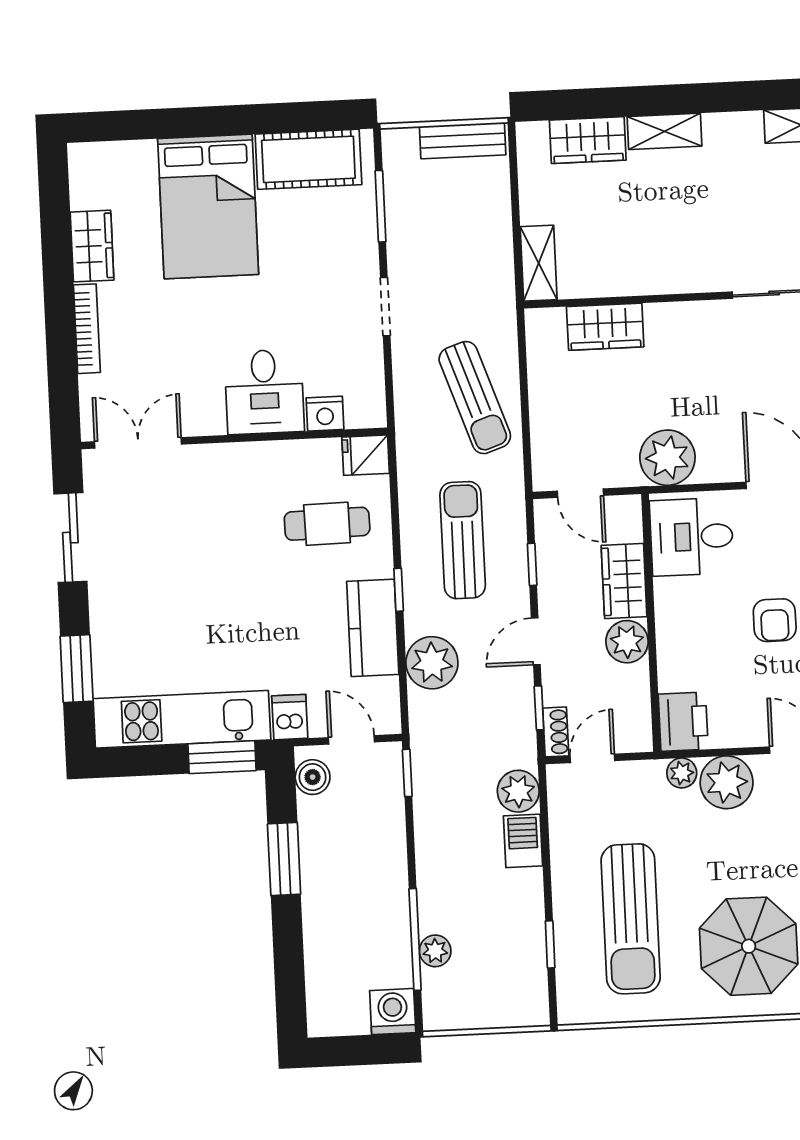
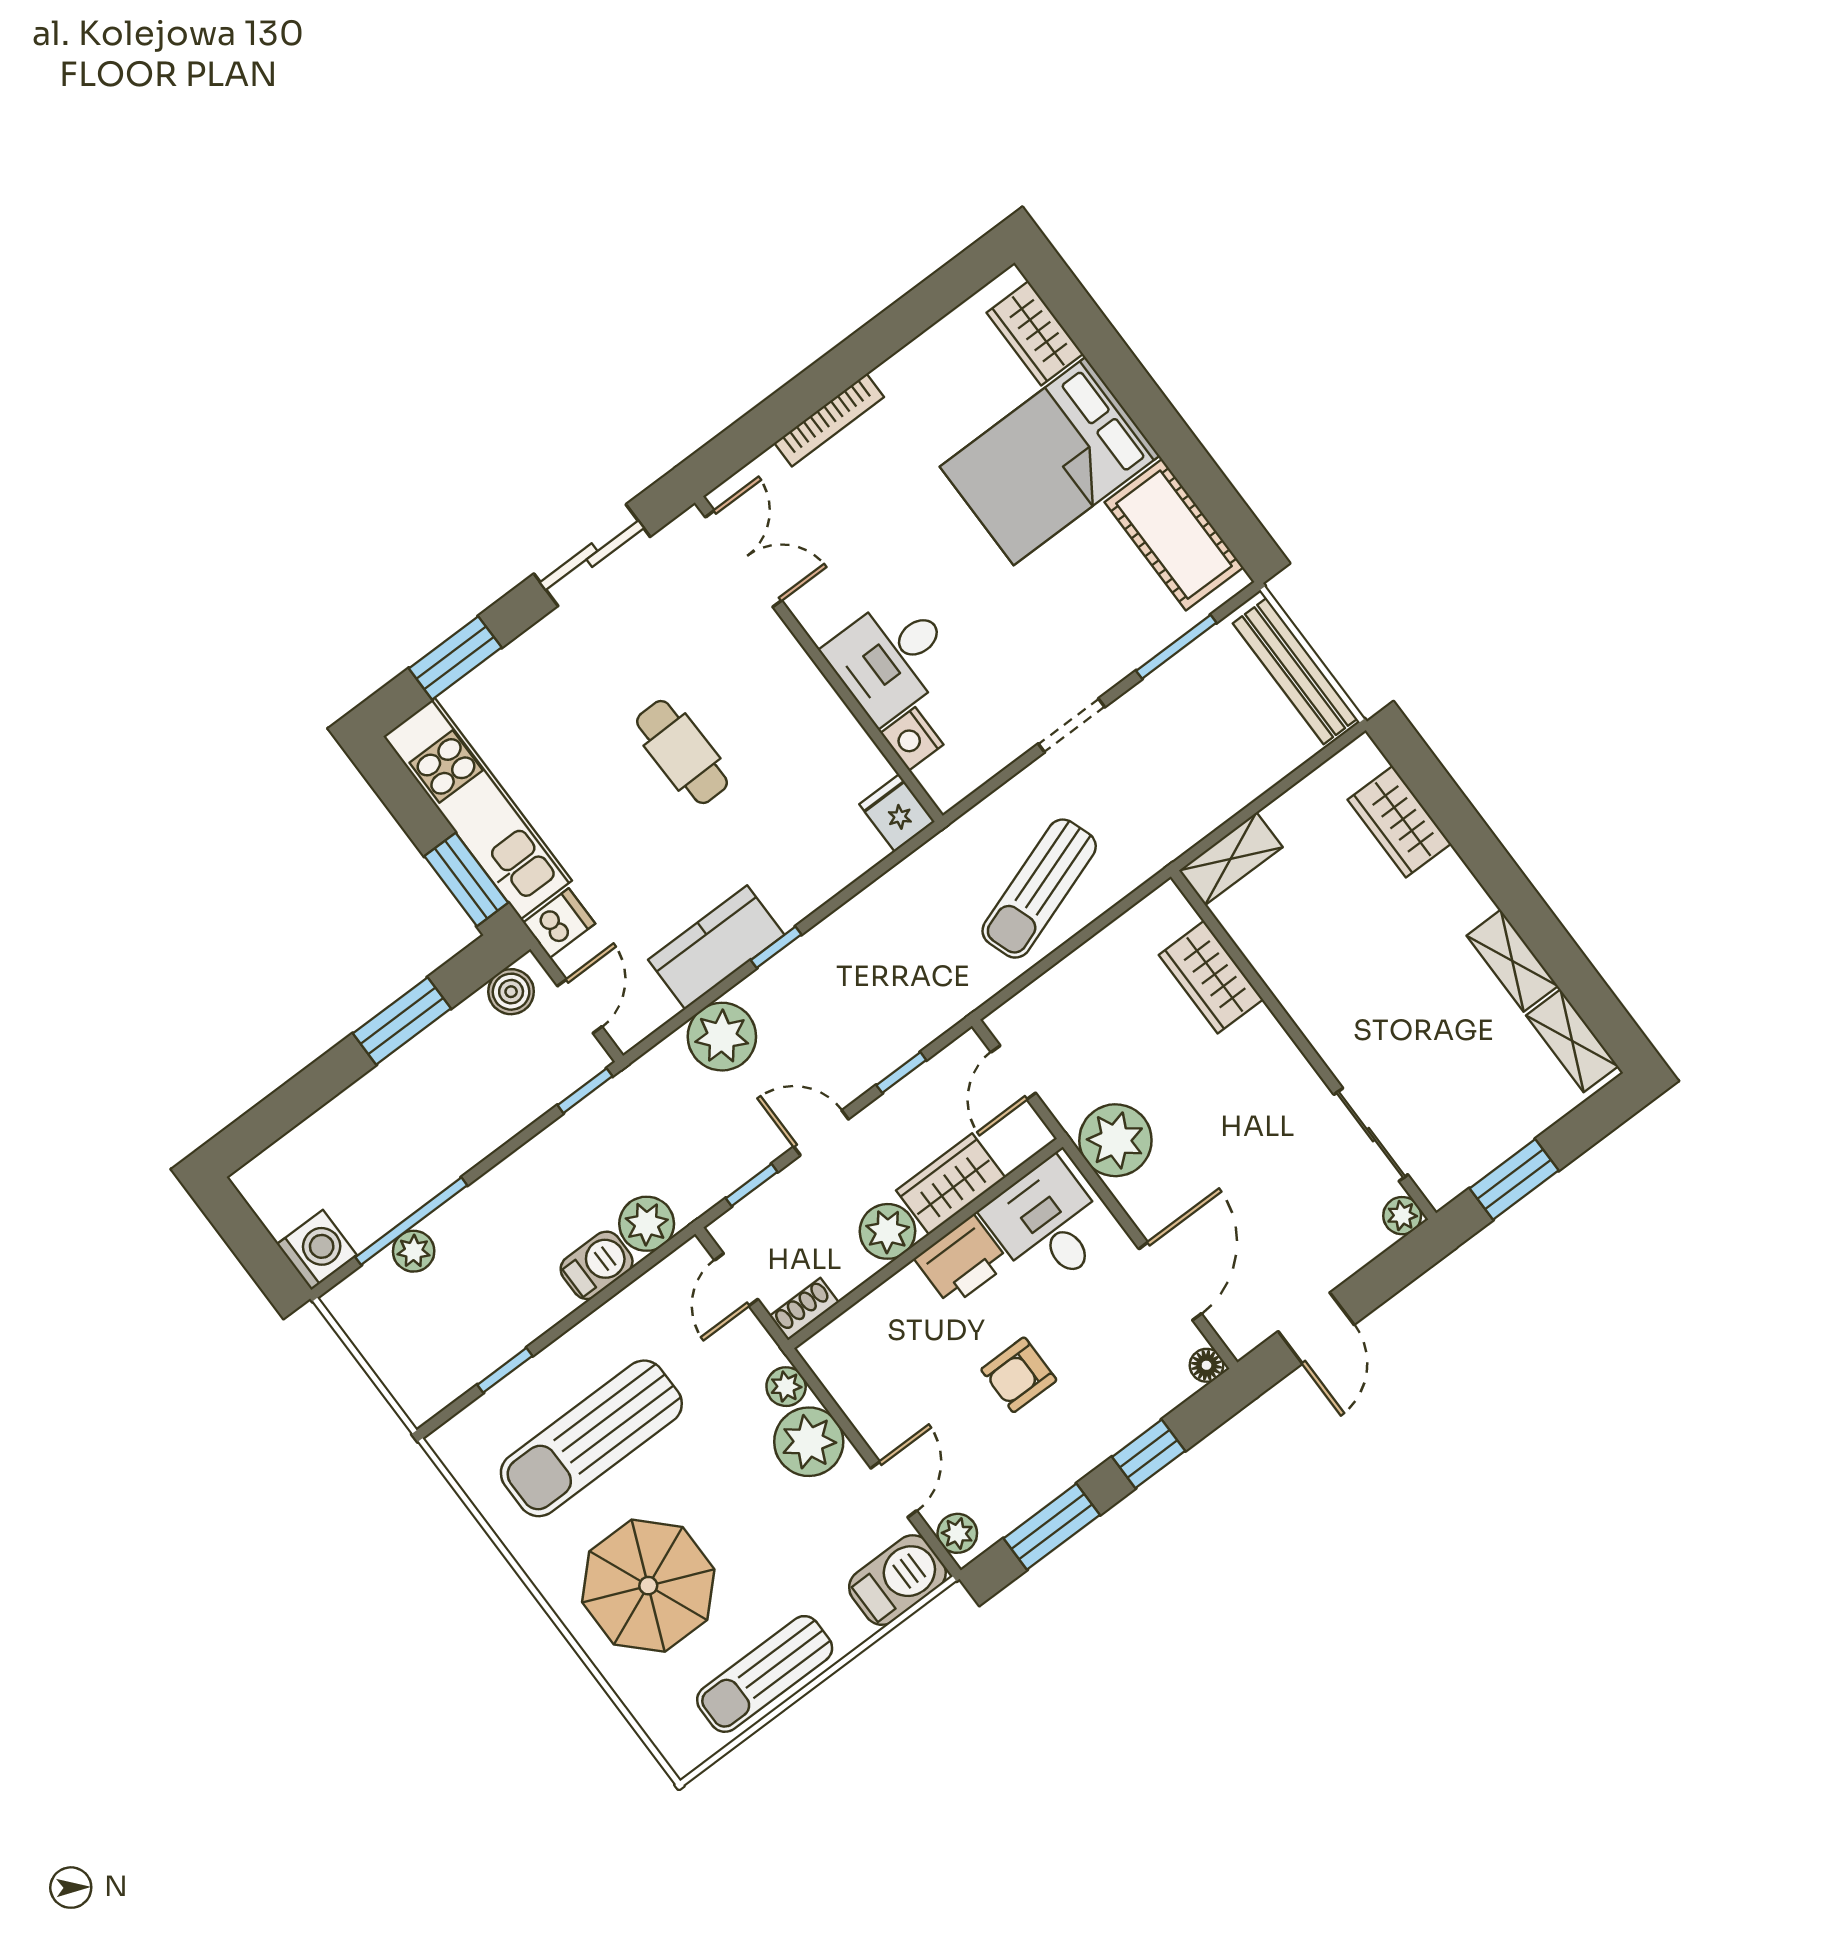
shelving: (665, 131) -> (1512, 961), moved
bench: (463, 141) -> (1295, 671), width x1.36
wardrobe: (92, 246) -> (1035, 333), moved, turned 90
cafe table: (327, 524) -> (682, 752), moved
sun lounger: (463, 540) -> (877, 980), removed
printer: (683, 722) -> (962, 1261), moved
shoe rack: (556, 732) -> (804, 1309), moved, turned 180
door: (592, 758) -> (736, 1280), swing flipped

